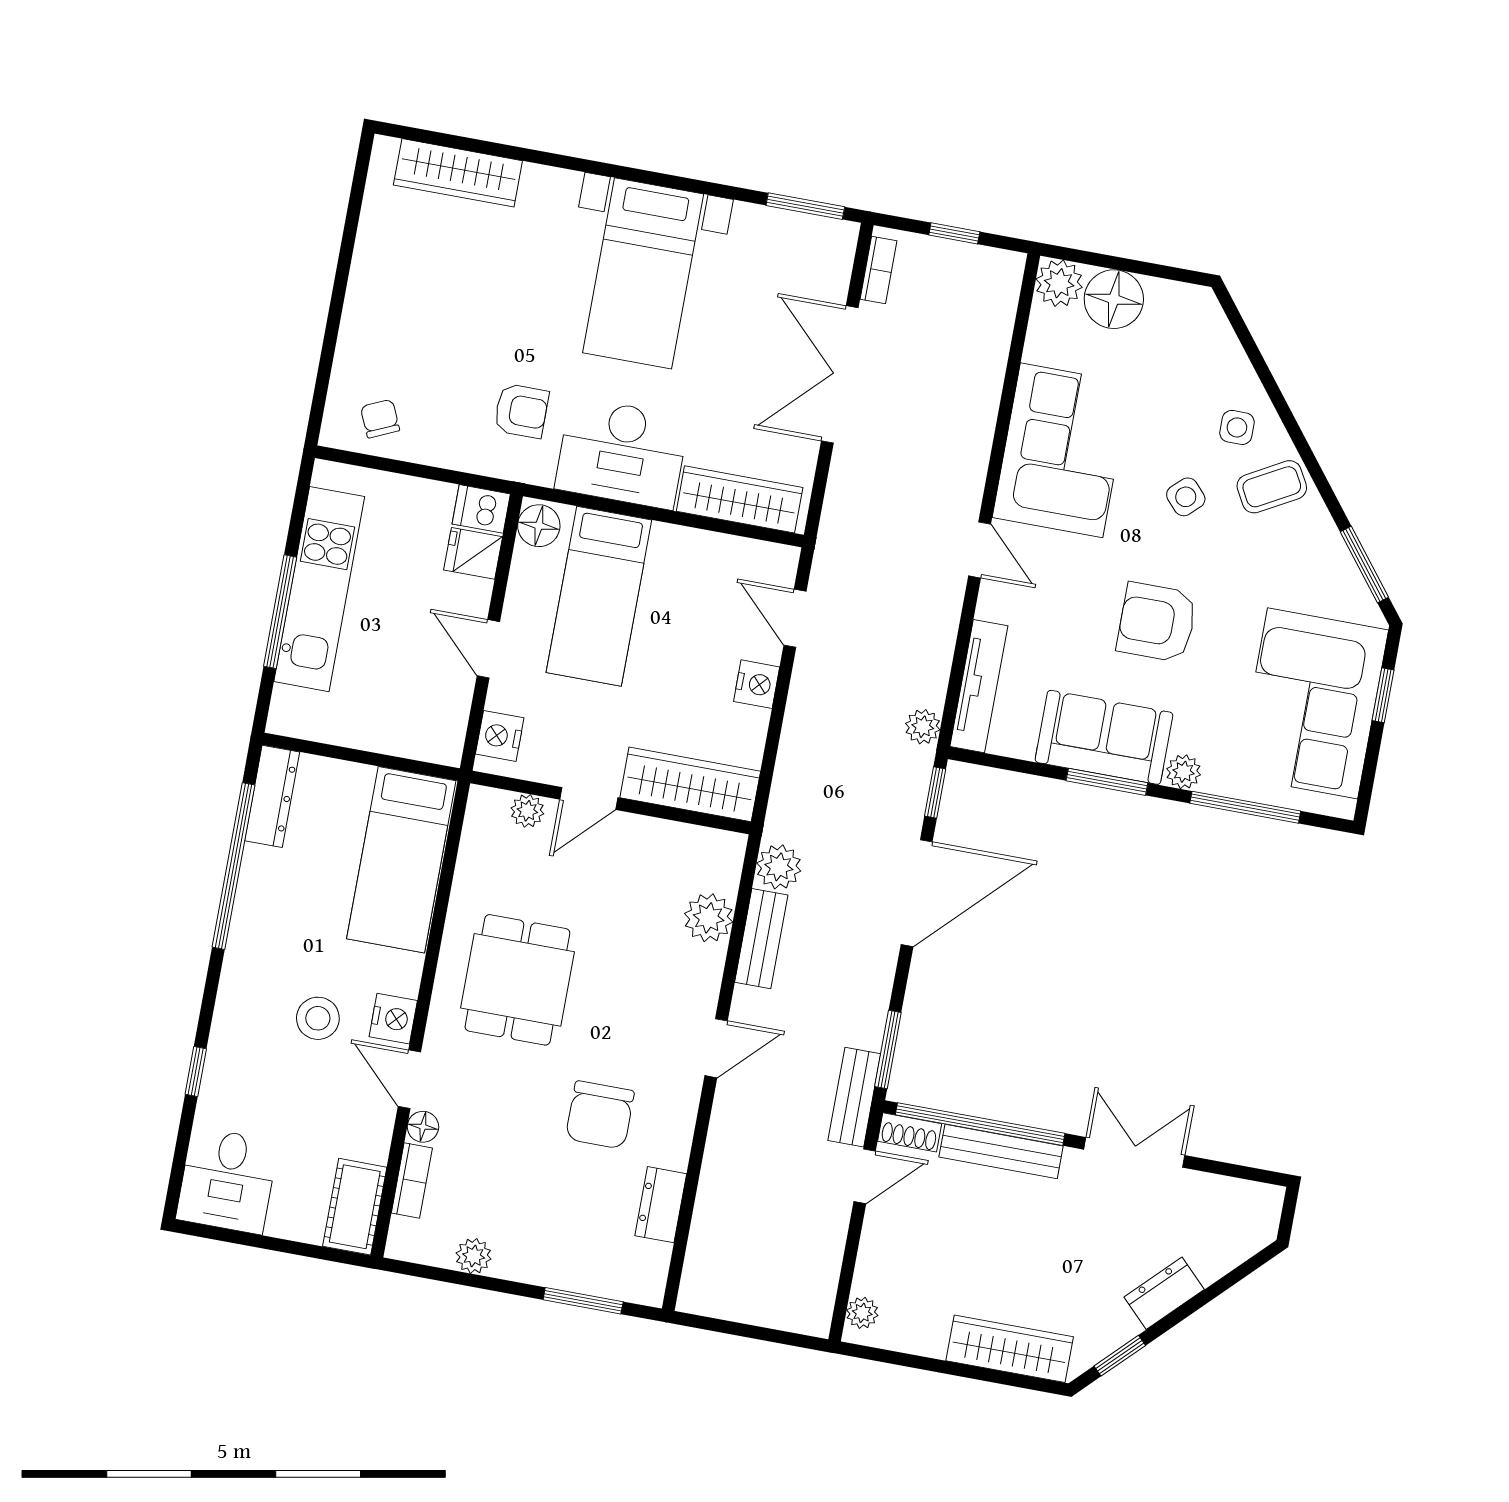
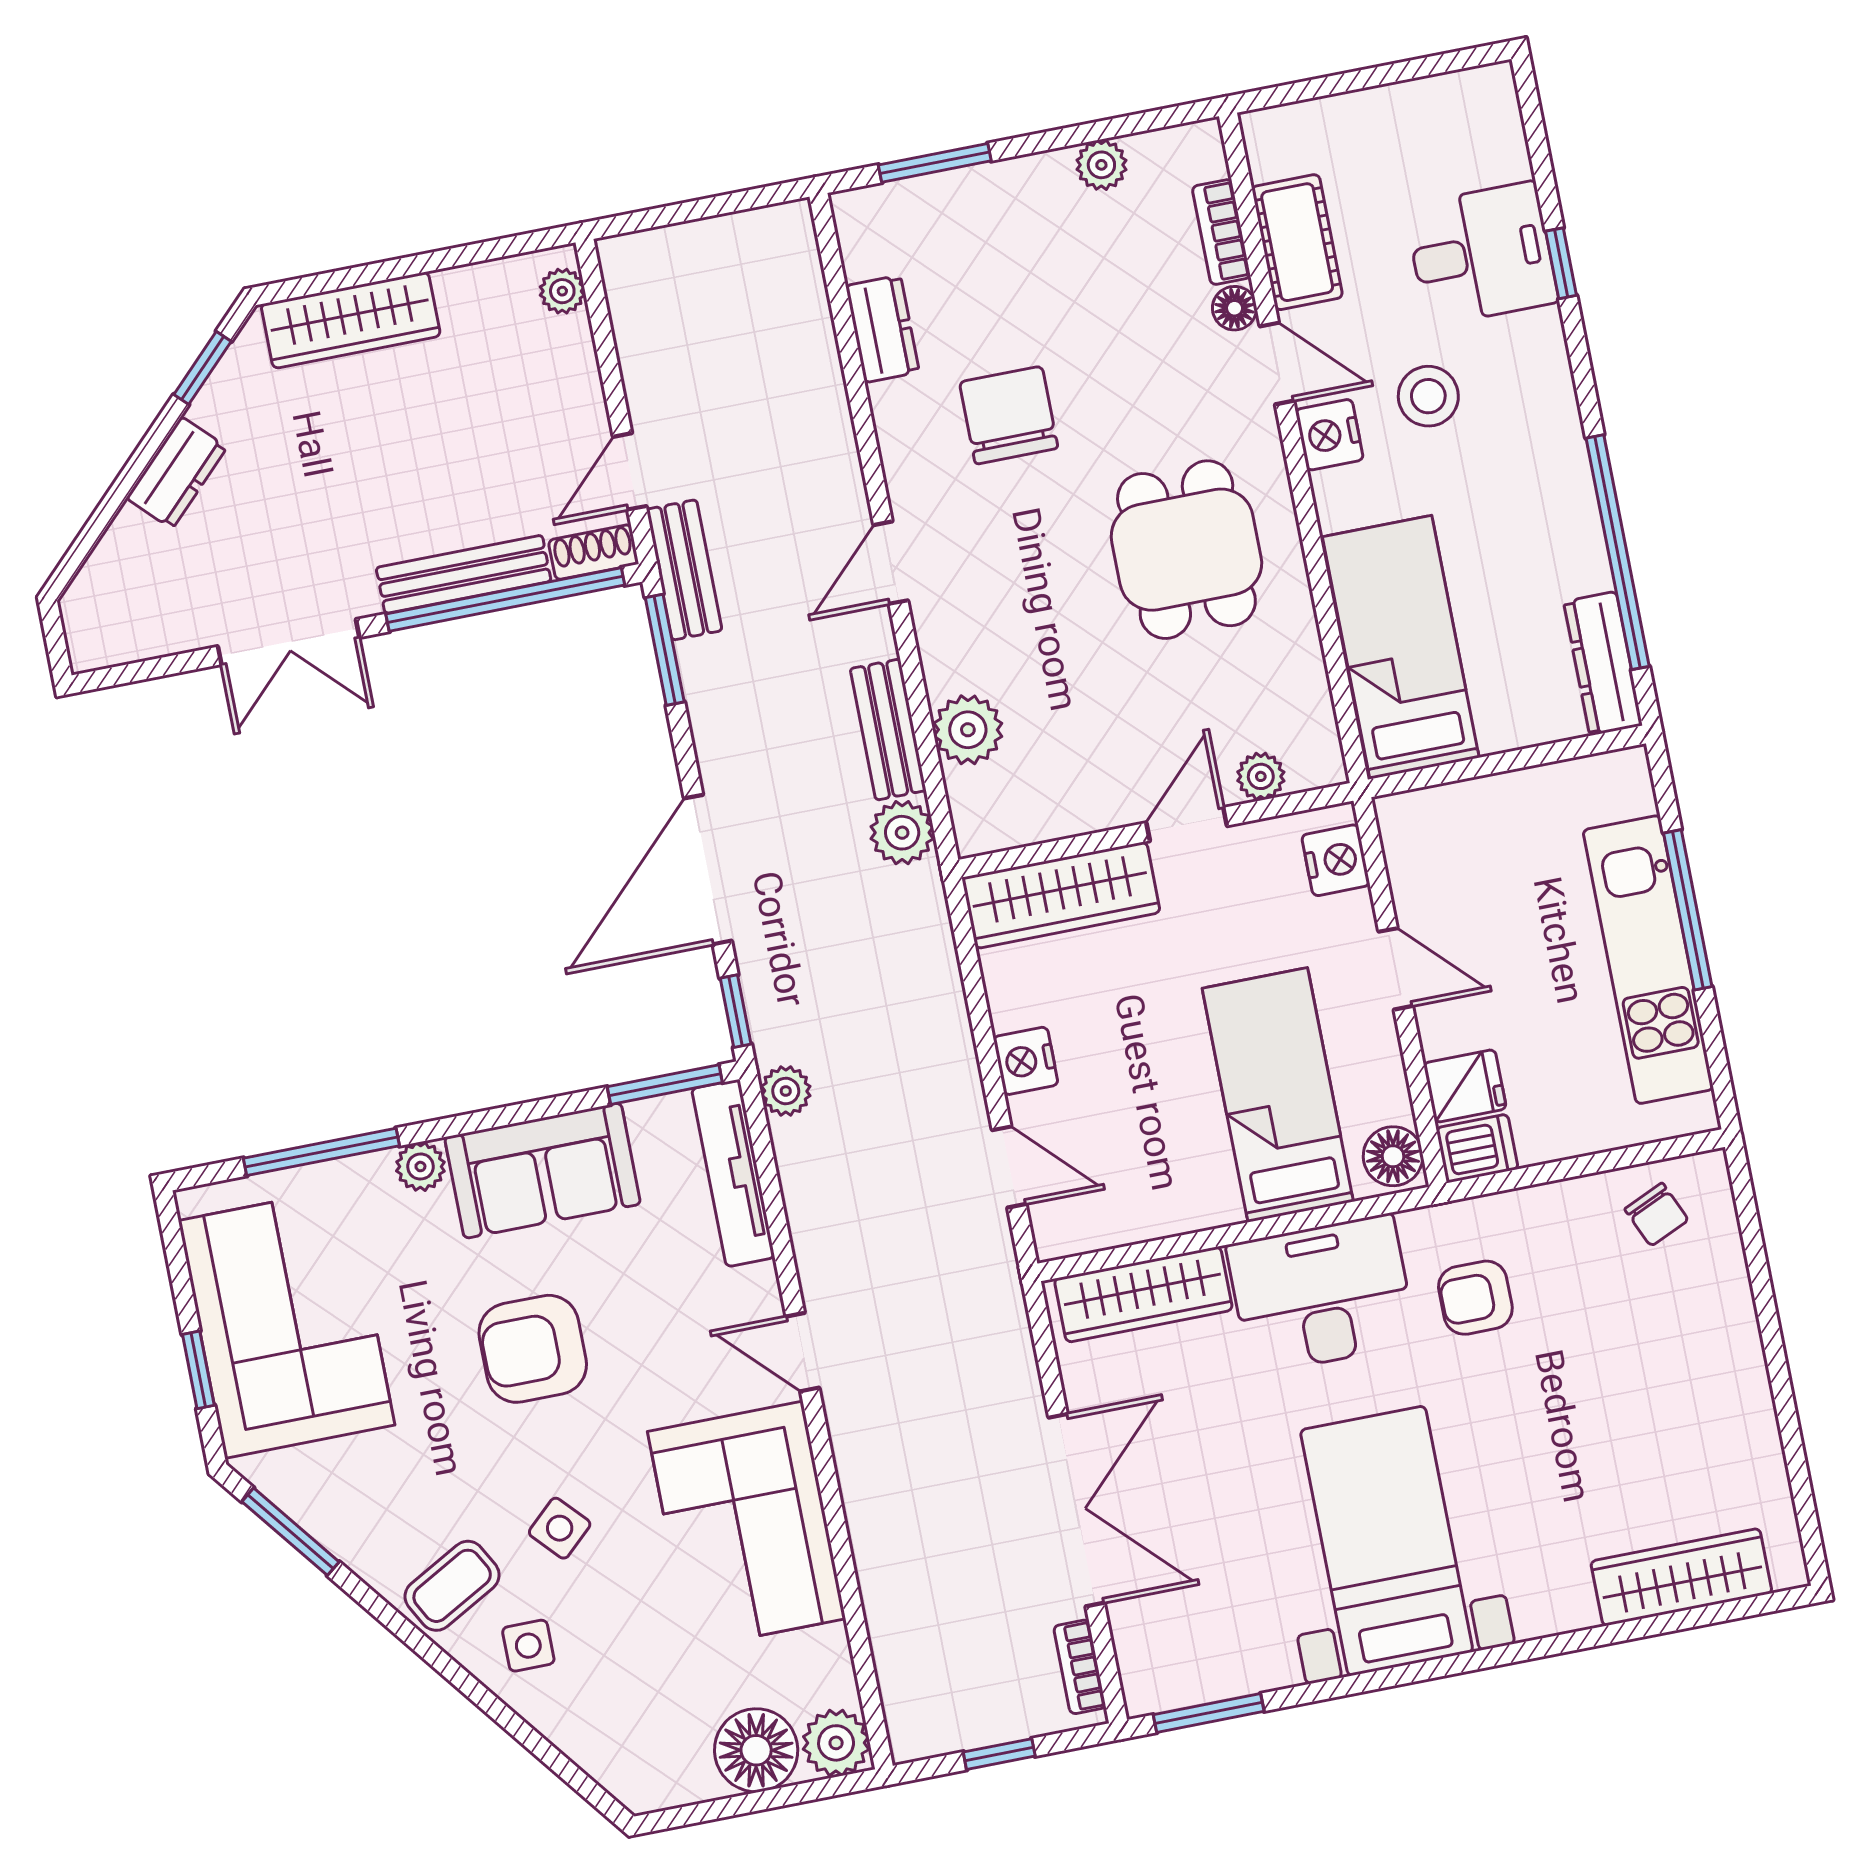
armchair: (1157, 622) -> (533, 1349), turned 180
window: (1107, 782) -> (665, 1085), moved
desk: (227, 1180) -> (1481, 254), moved, turned 90
cot: (355, 1207) -> (1297, 242), moved

